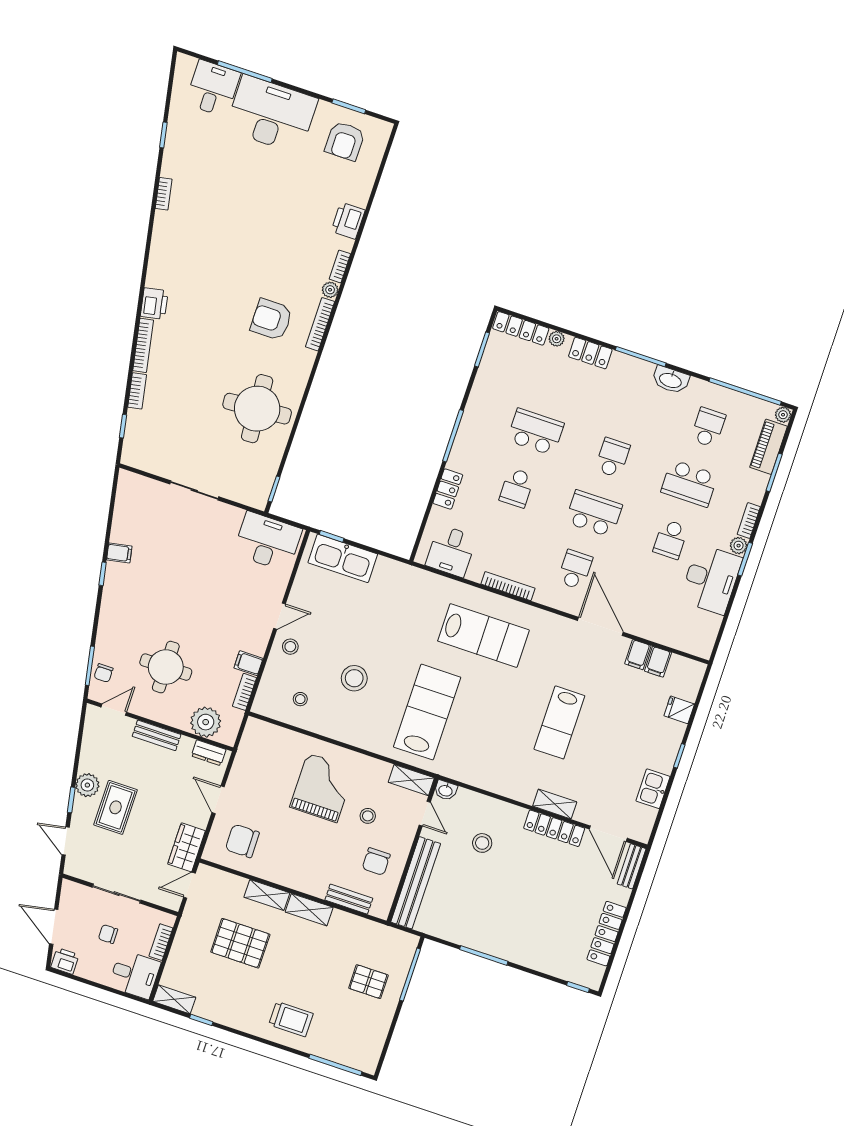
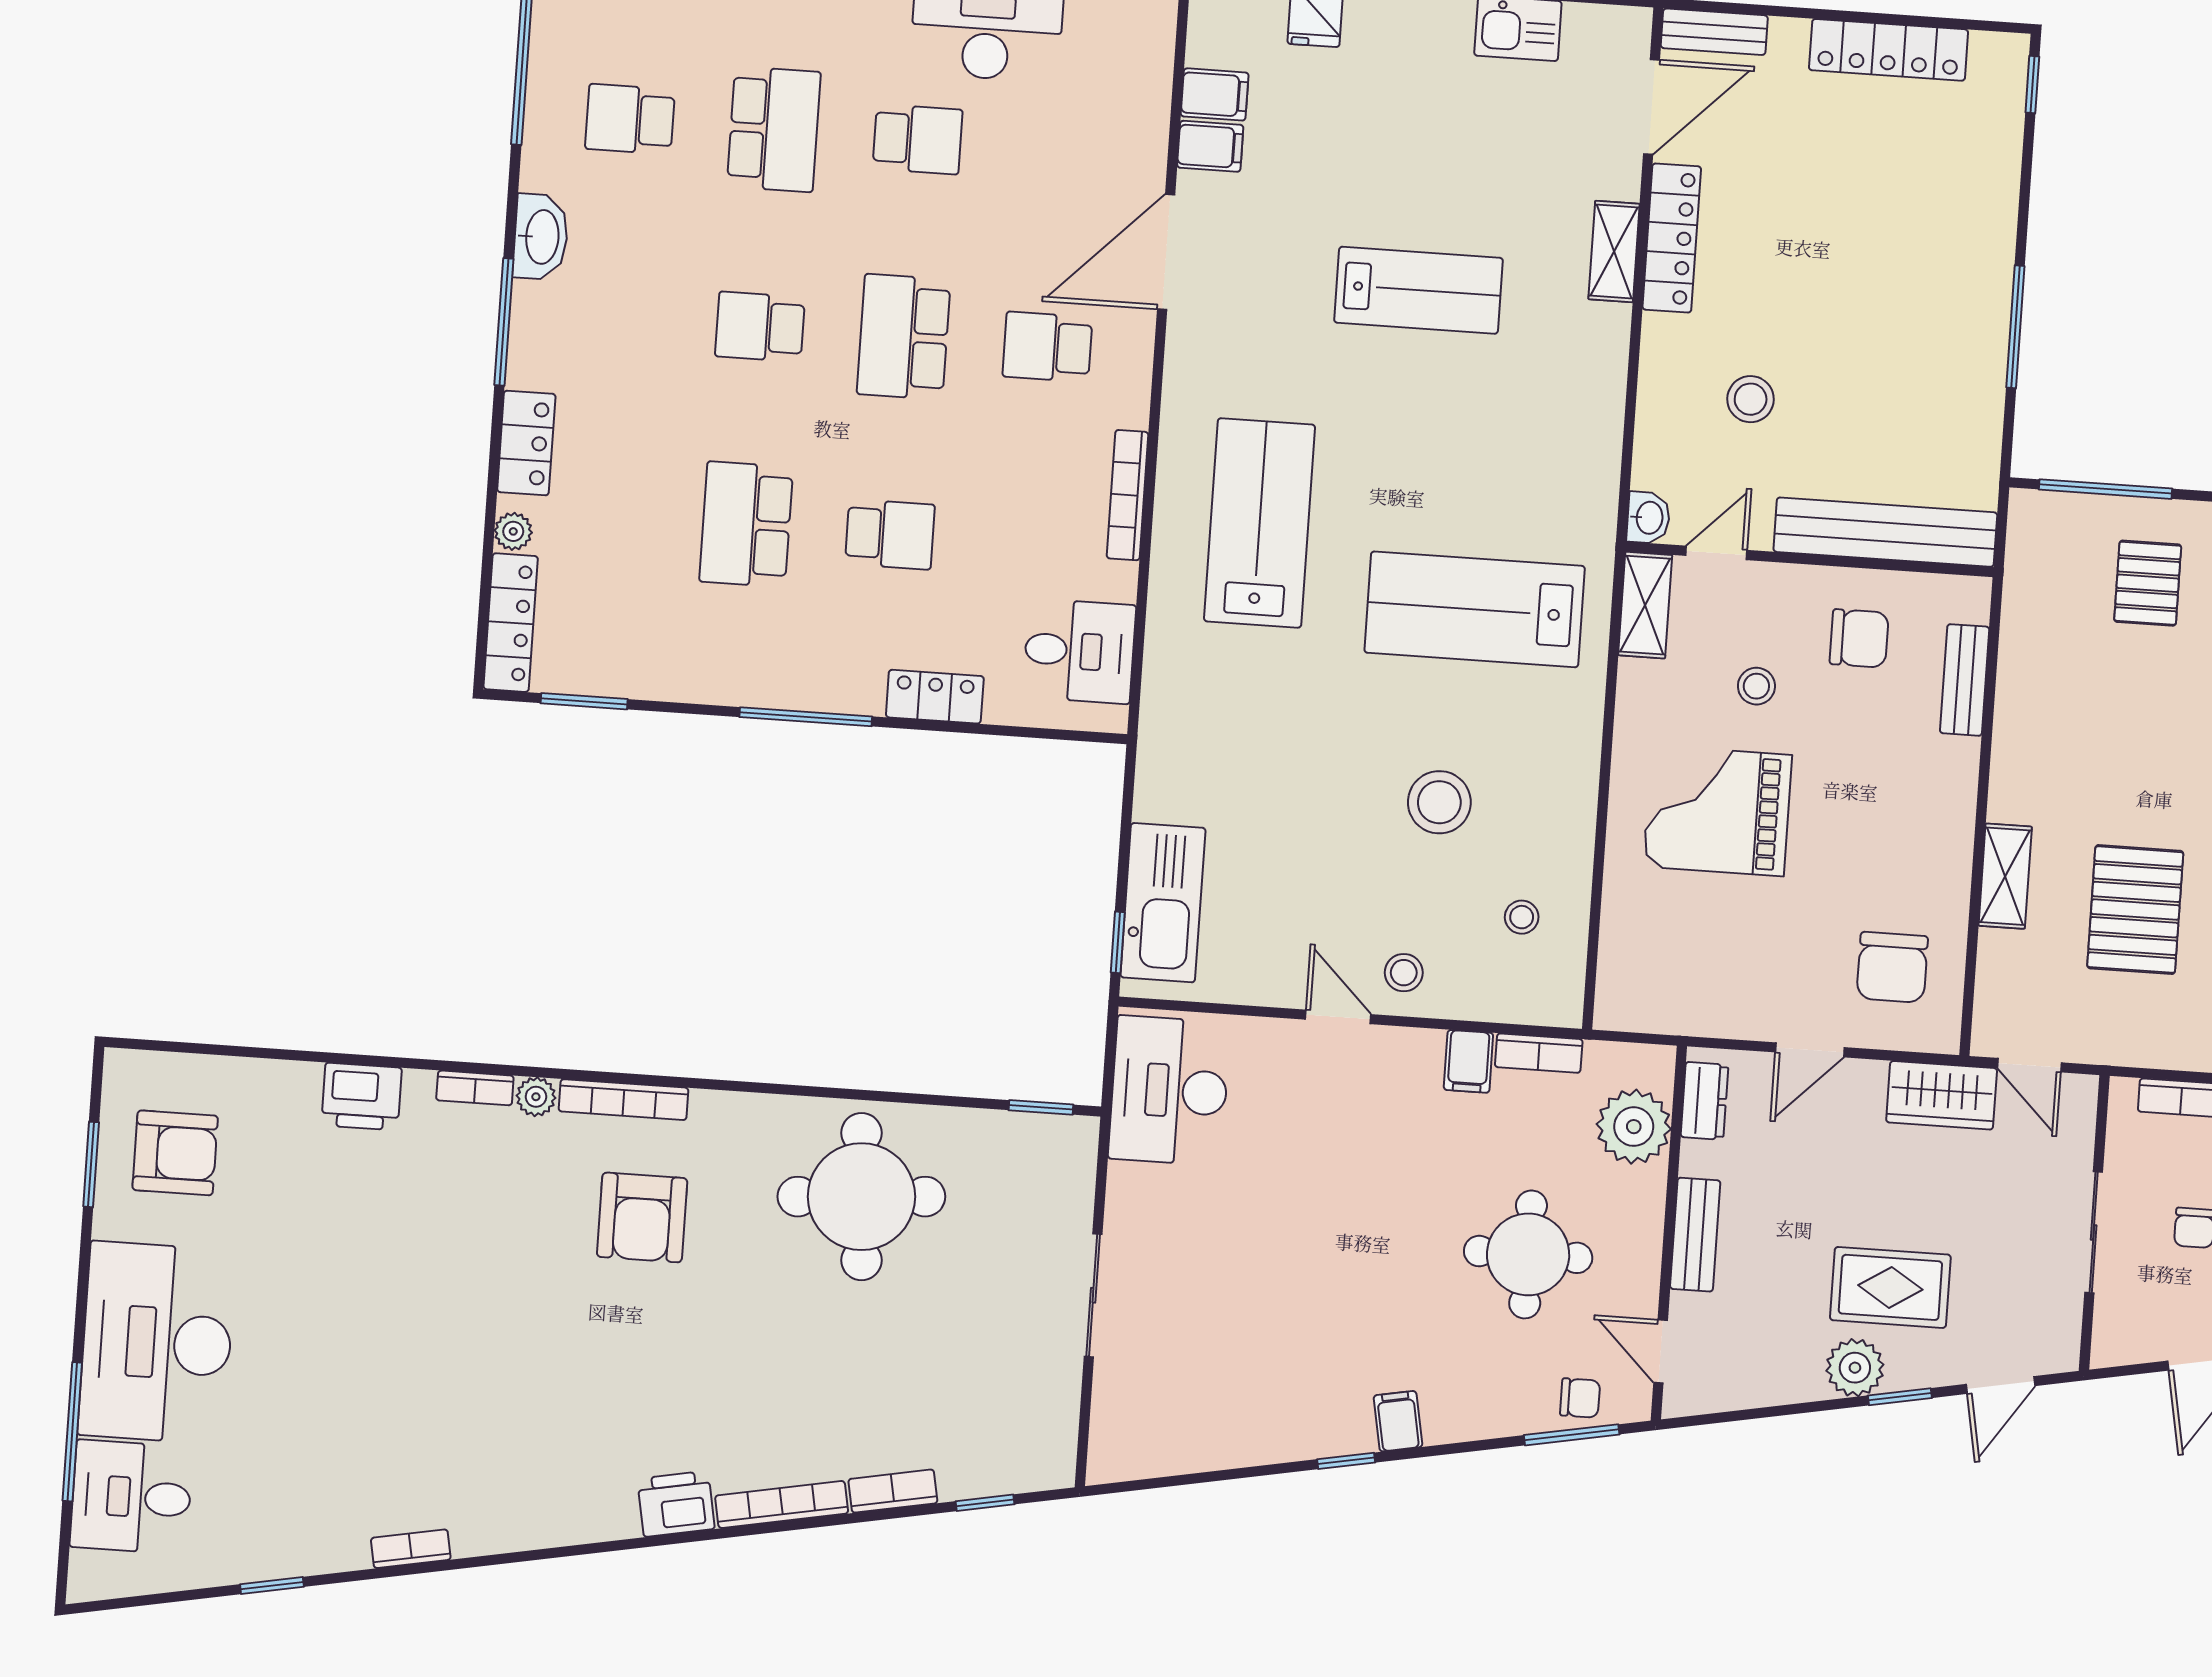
filing cabinet: (119, 553) -> (1398, 1421), moved
shelving: (309, 910) -> (2014, 767), removed

